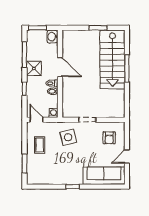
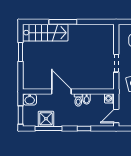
stairs: (112, 59) -> (45, 33), width x0.73, depth x0.66
door: (60, 67) -> (61, 92), hinge flipped
shower: (34, 68) -> (46, 119), moved

